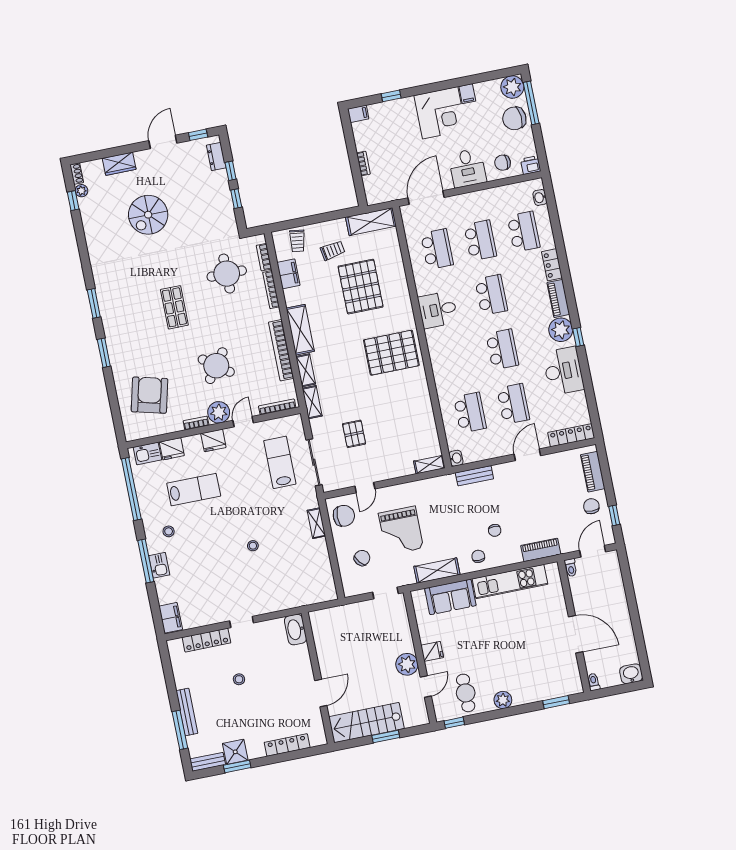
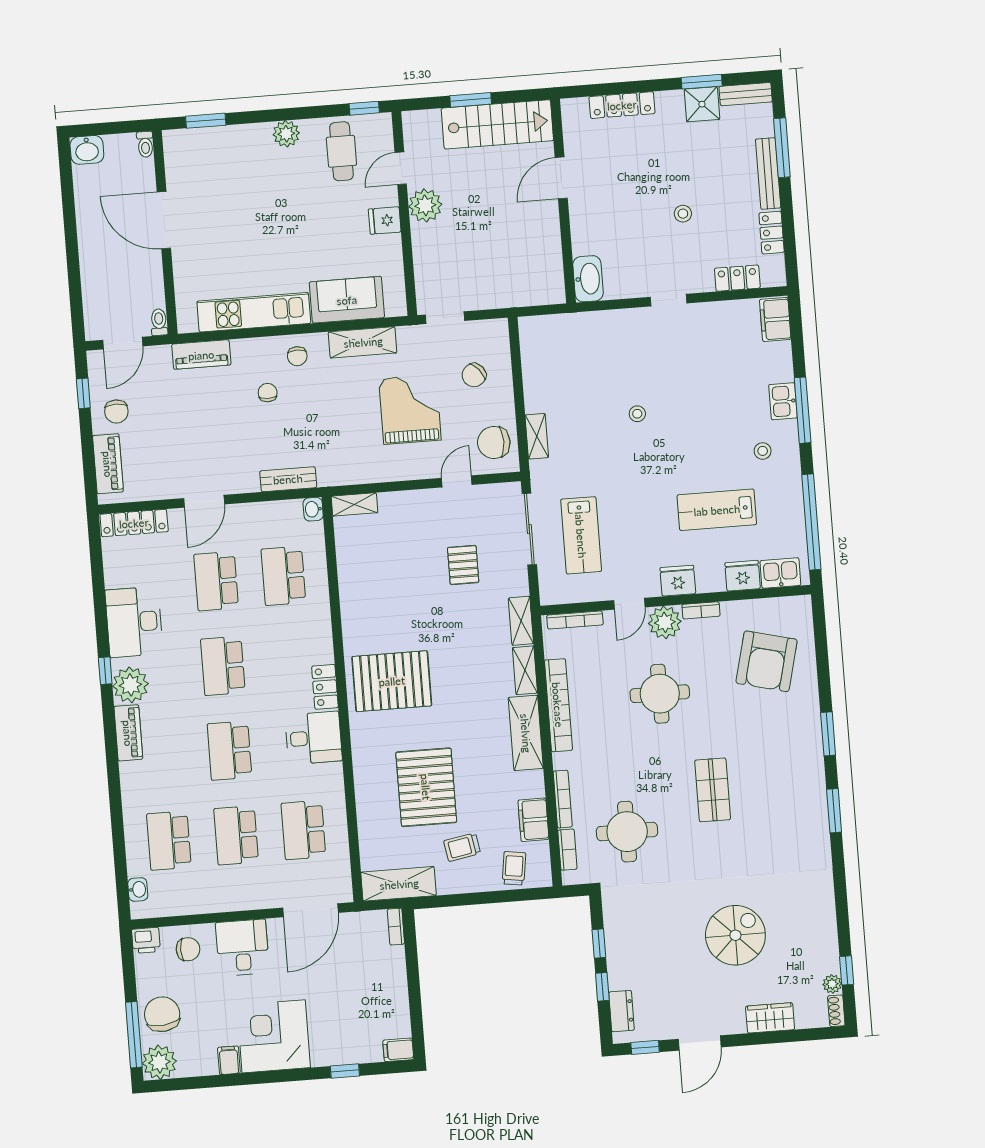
chair: (514, 118) -> (162, 1014), turned -91
bookcase: (363, 163) -> (396, 927), moved
locker: (552, 265) -> (325, 687), moved, turned 180
round table: (216, 366) -> (660, 694), turned -36
locker: (206, 640) -> (737, 278), width x0.66
locker: (180, 674) -> (772, 233), added

